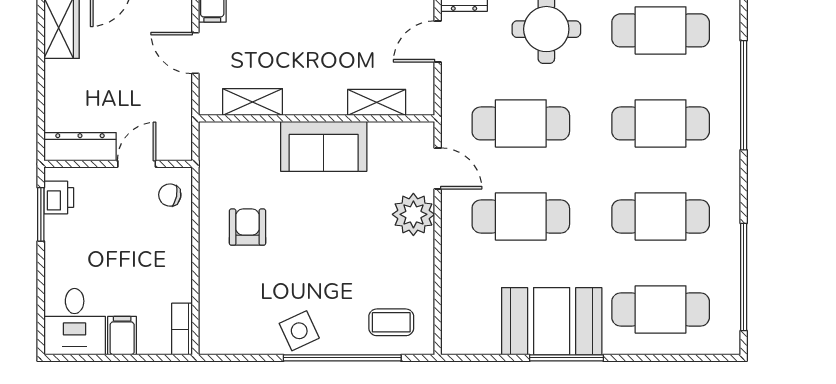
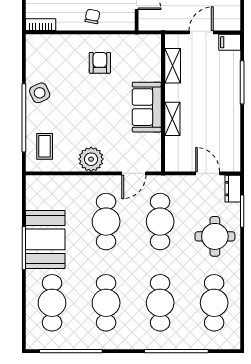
shelving: (377, 102) -> (172, 119), moved
chair: (170, 195) -> (92, 16), moved
plant: (413, 214) -> (91, 159), moved
armchair: (247, 227) -> (100, 63), turned -90

